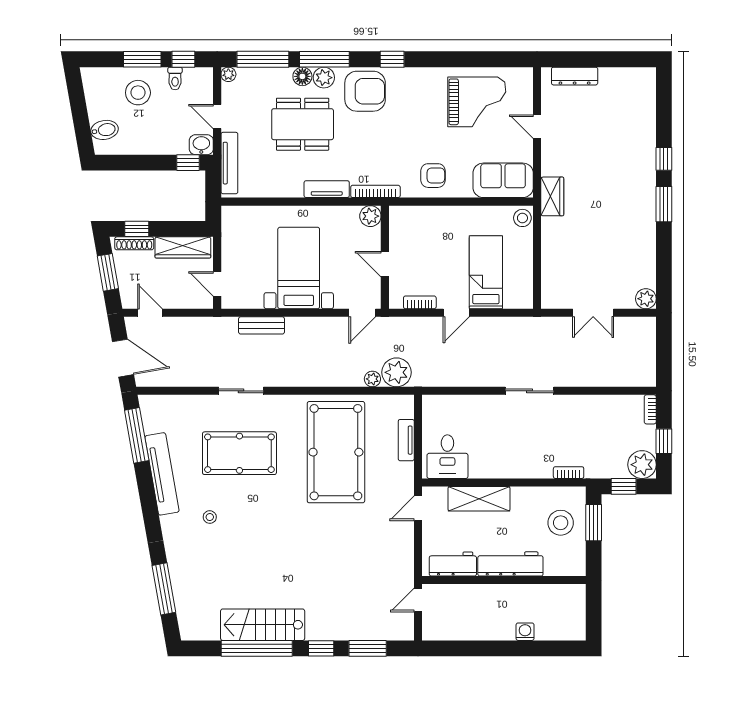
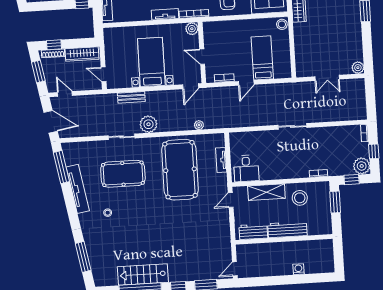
plant: (396, 372) -> (148, 124), moved
stool: (561, 523) -> (300, 198), moved
door: (418, 600) -> (235, 269), moved

